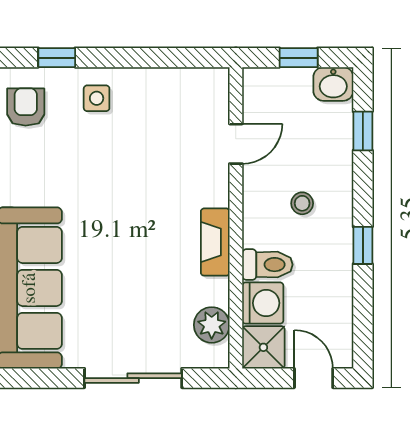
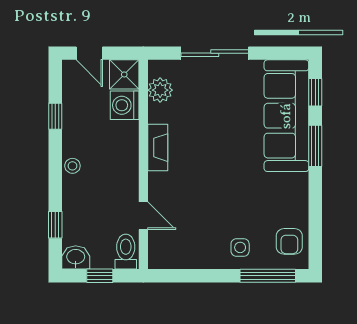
window: (57, 58) -> (268, 276), width x2.17
door: (236, 144) -> (143, 216), swing flipped
stool: (302, 203) -> (72, 166), moved
window: (363, 245) -> (55, 116), moved
toilet: (267, 265) -> (126, 252), moved, turned 90

